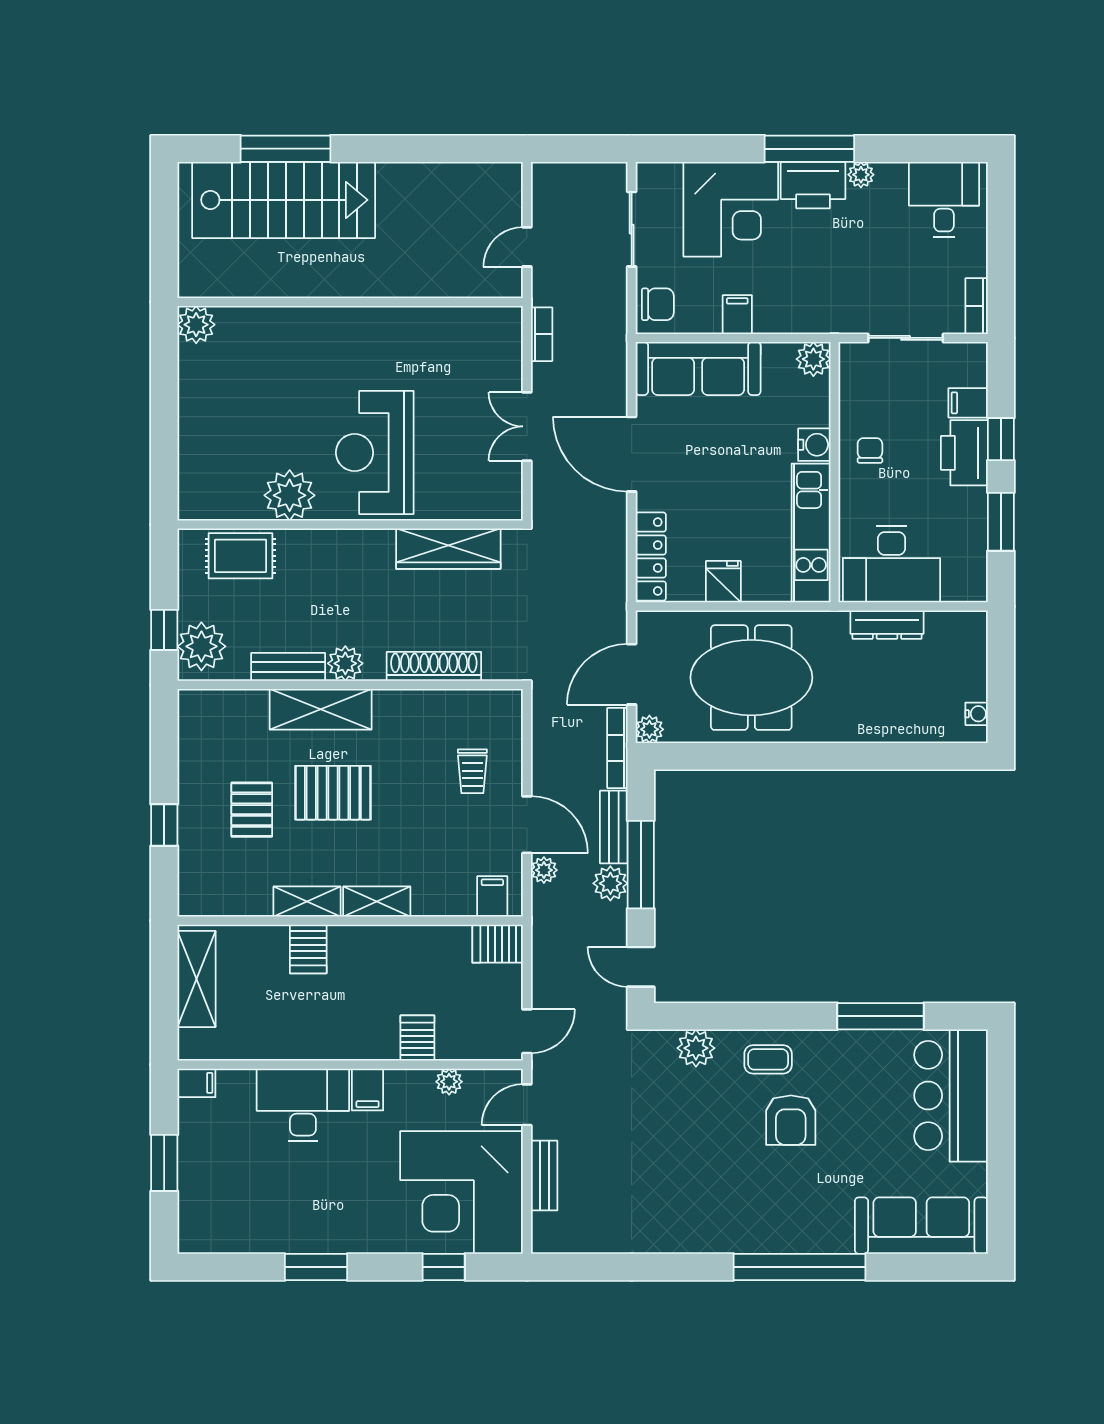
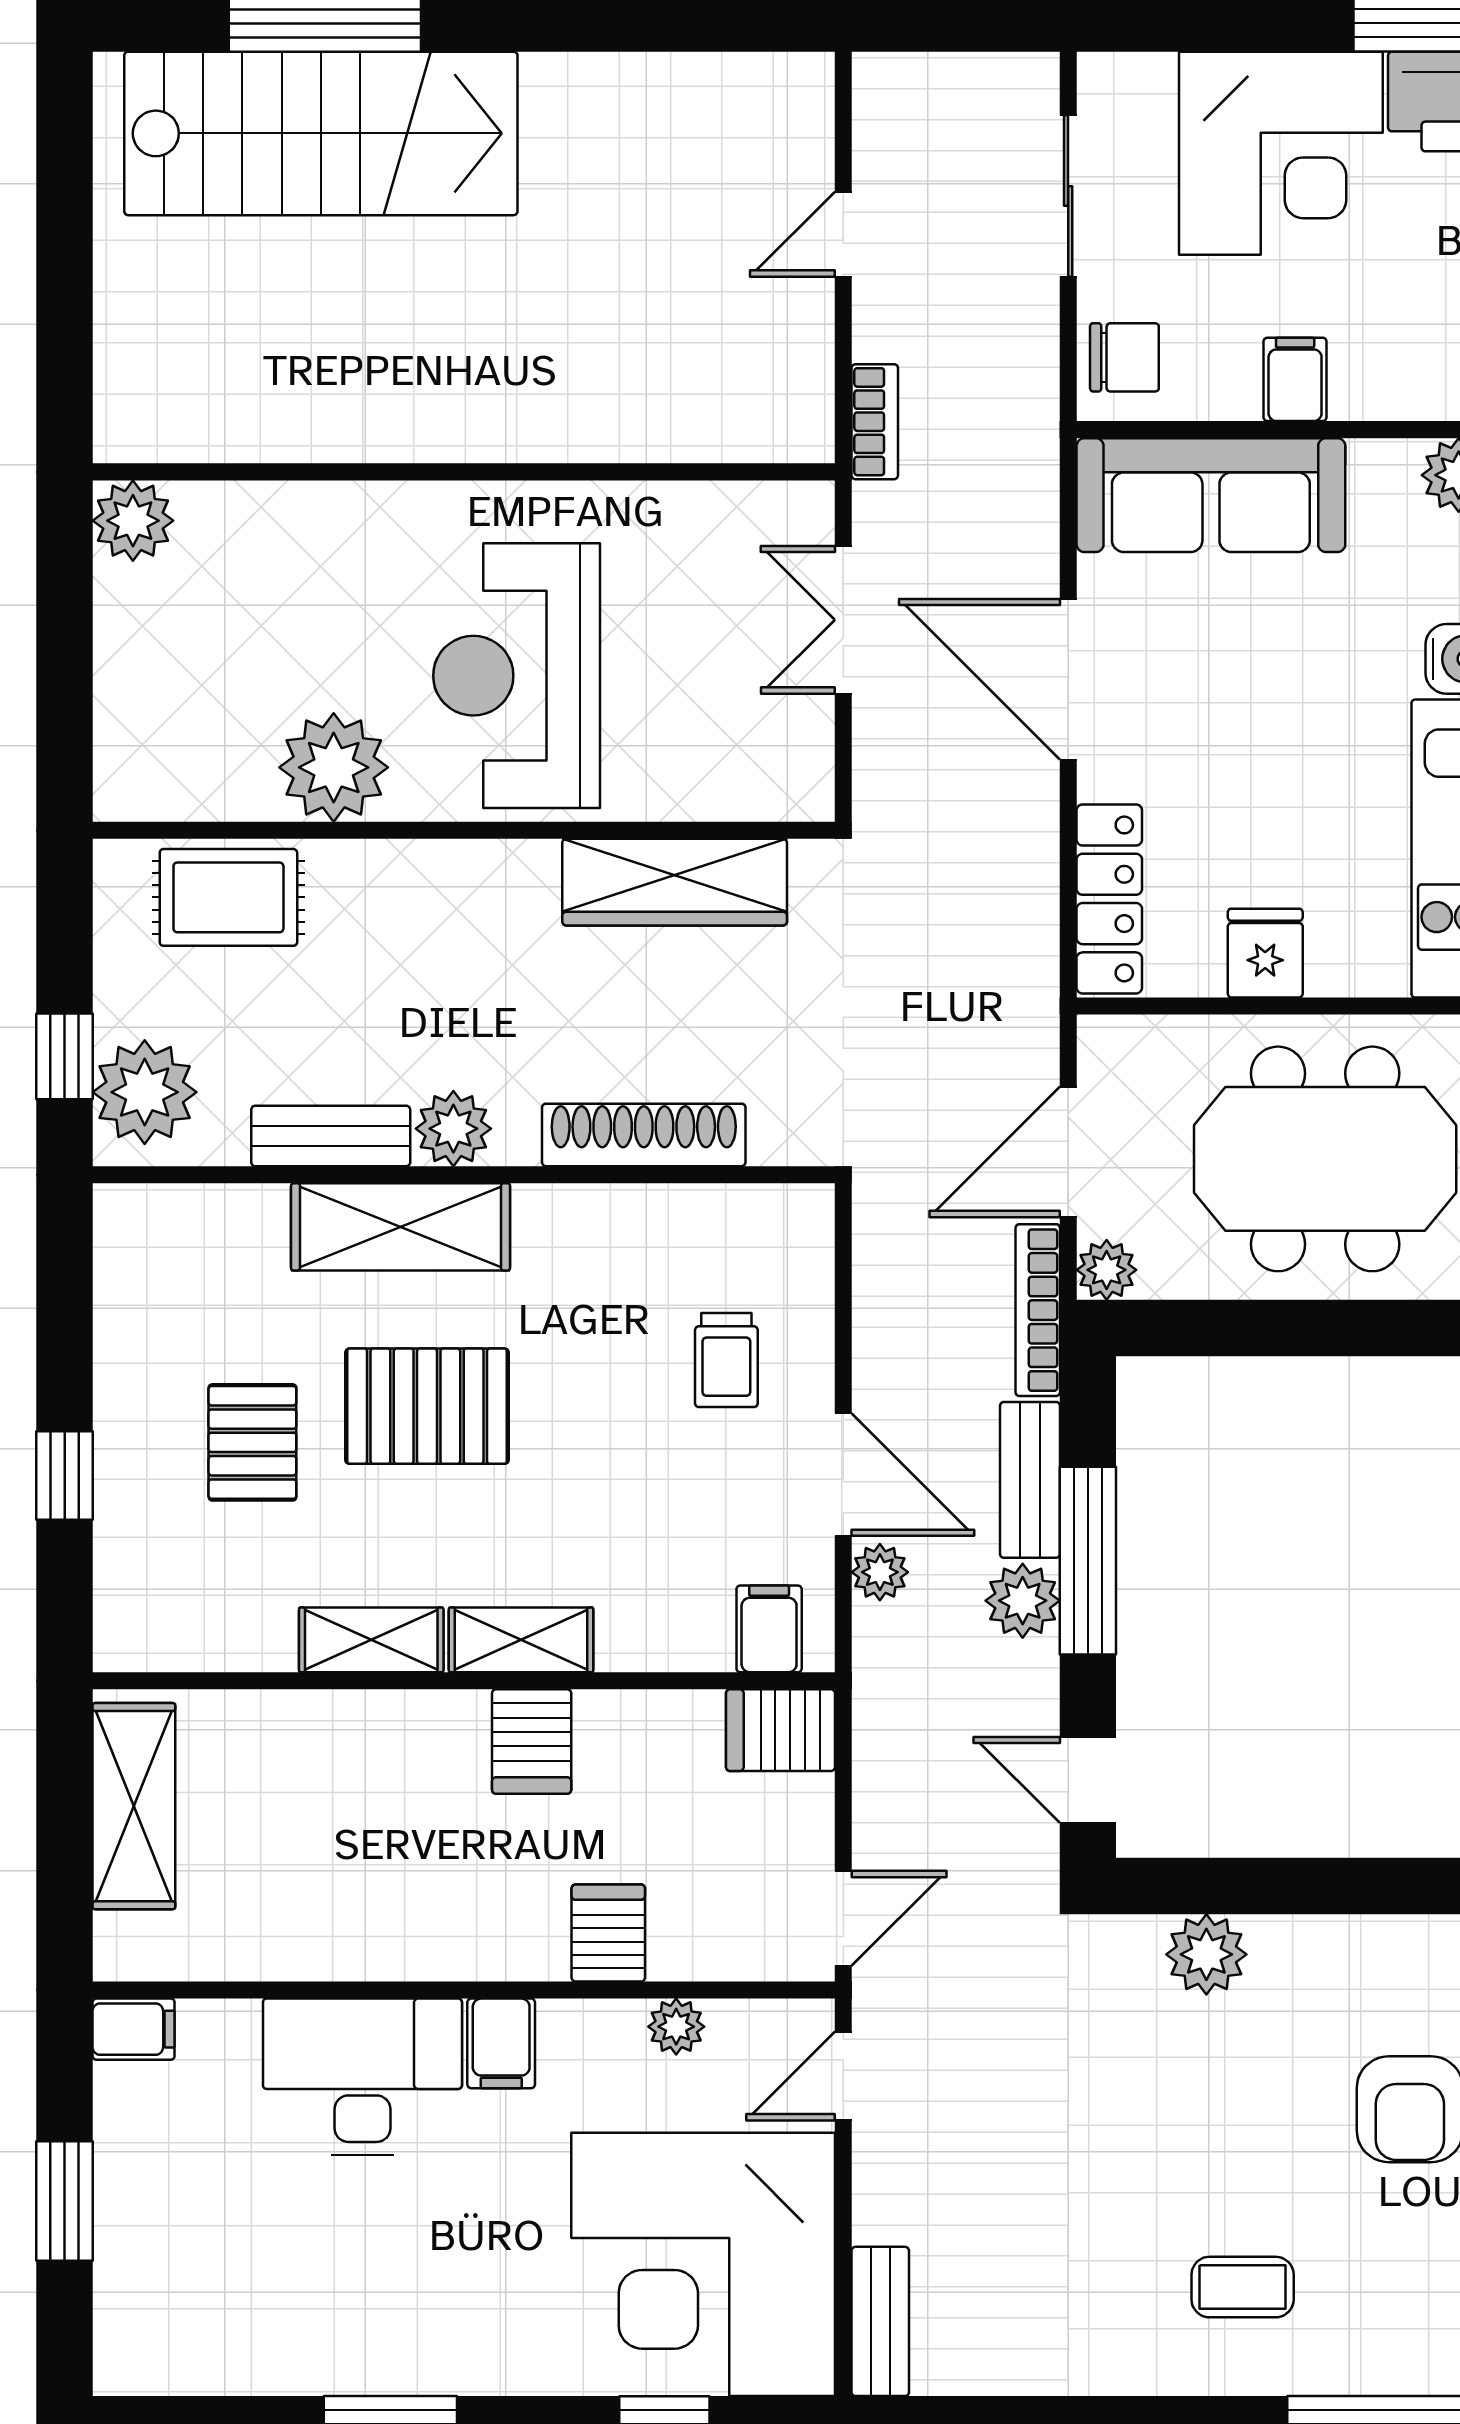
wall: (350, 302) -> (464, 472), moved
plant: (196, 325) -> (133, 521), moved
server rack: (308, 949) -> (532, 1741), moved
coffee table: (768, 1059) -> (1243, 2287), moved
bench: (544, 1176) -> (880, 2321), moved

